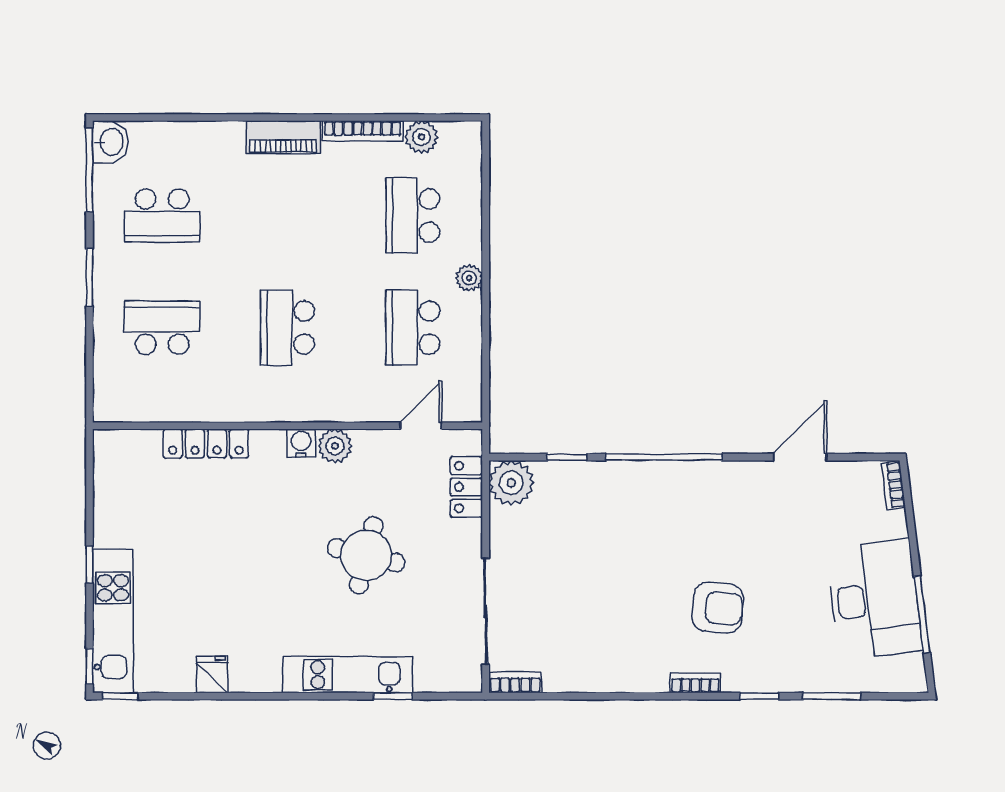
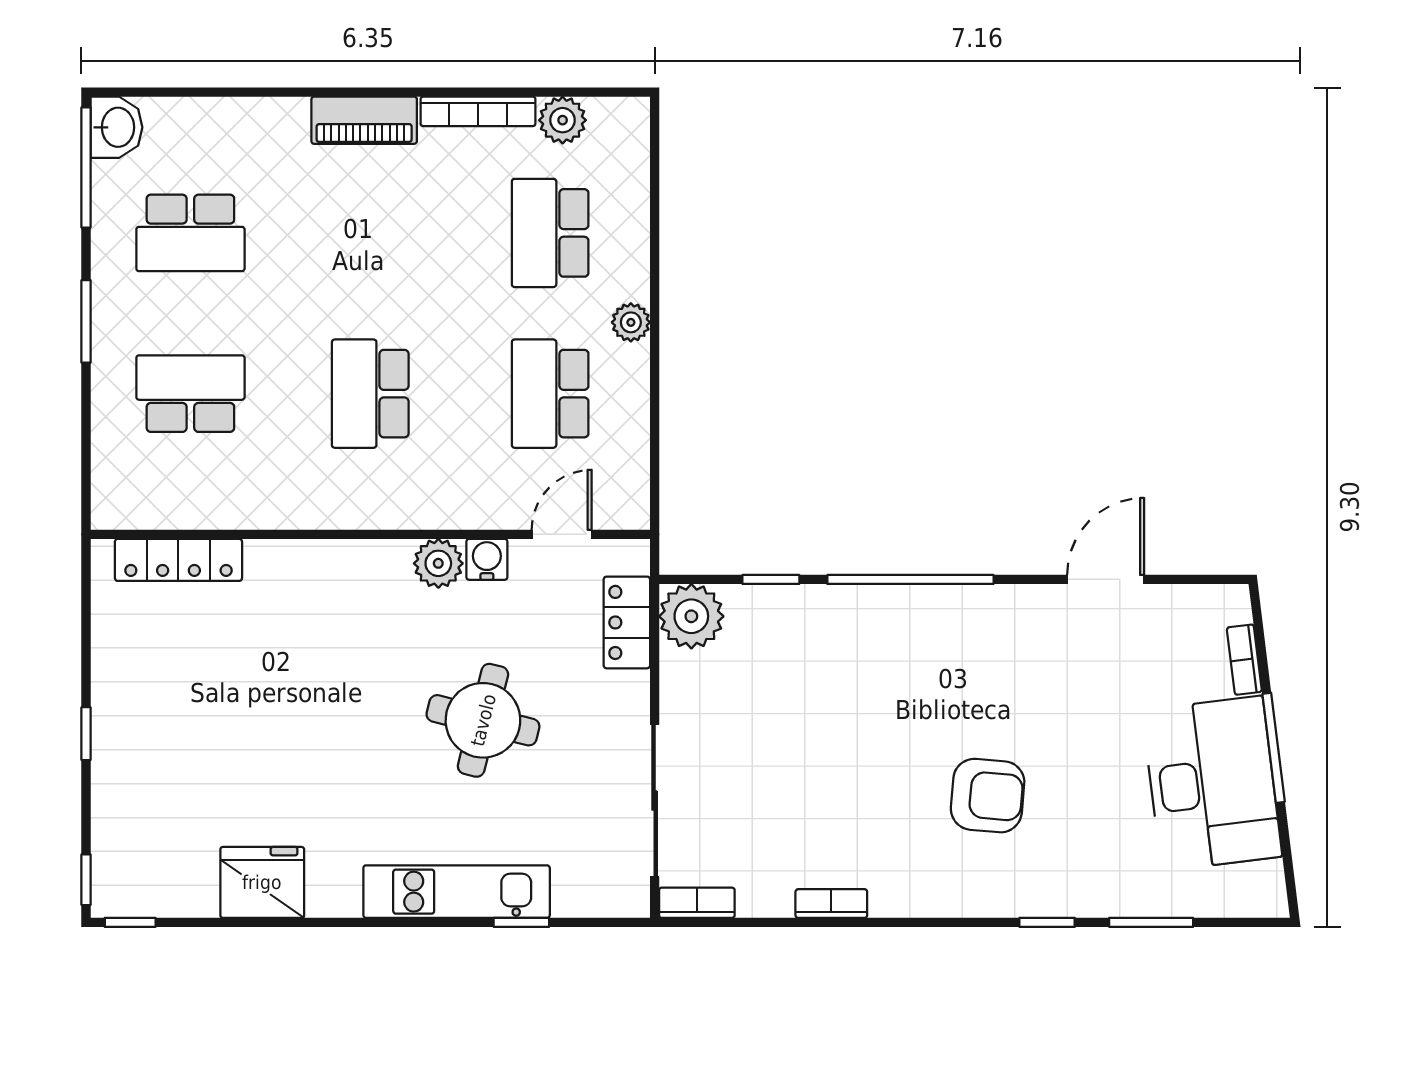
locker: (206, 443) -> (178, 560), moved
water cooler: (301, 443) -> (487, 559), moved
bookcase: (893, 485) -> (1244, 660), moved
window: (922, 614) -> (1274, 748), moved
kitchen unit: (113, 621) -> (120, 814), removed
fridge: (212, 675) -> (262, 882), width x1.88, depth x1.34
bookcase: (695, 683) -> (831, 904), moved

